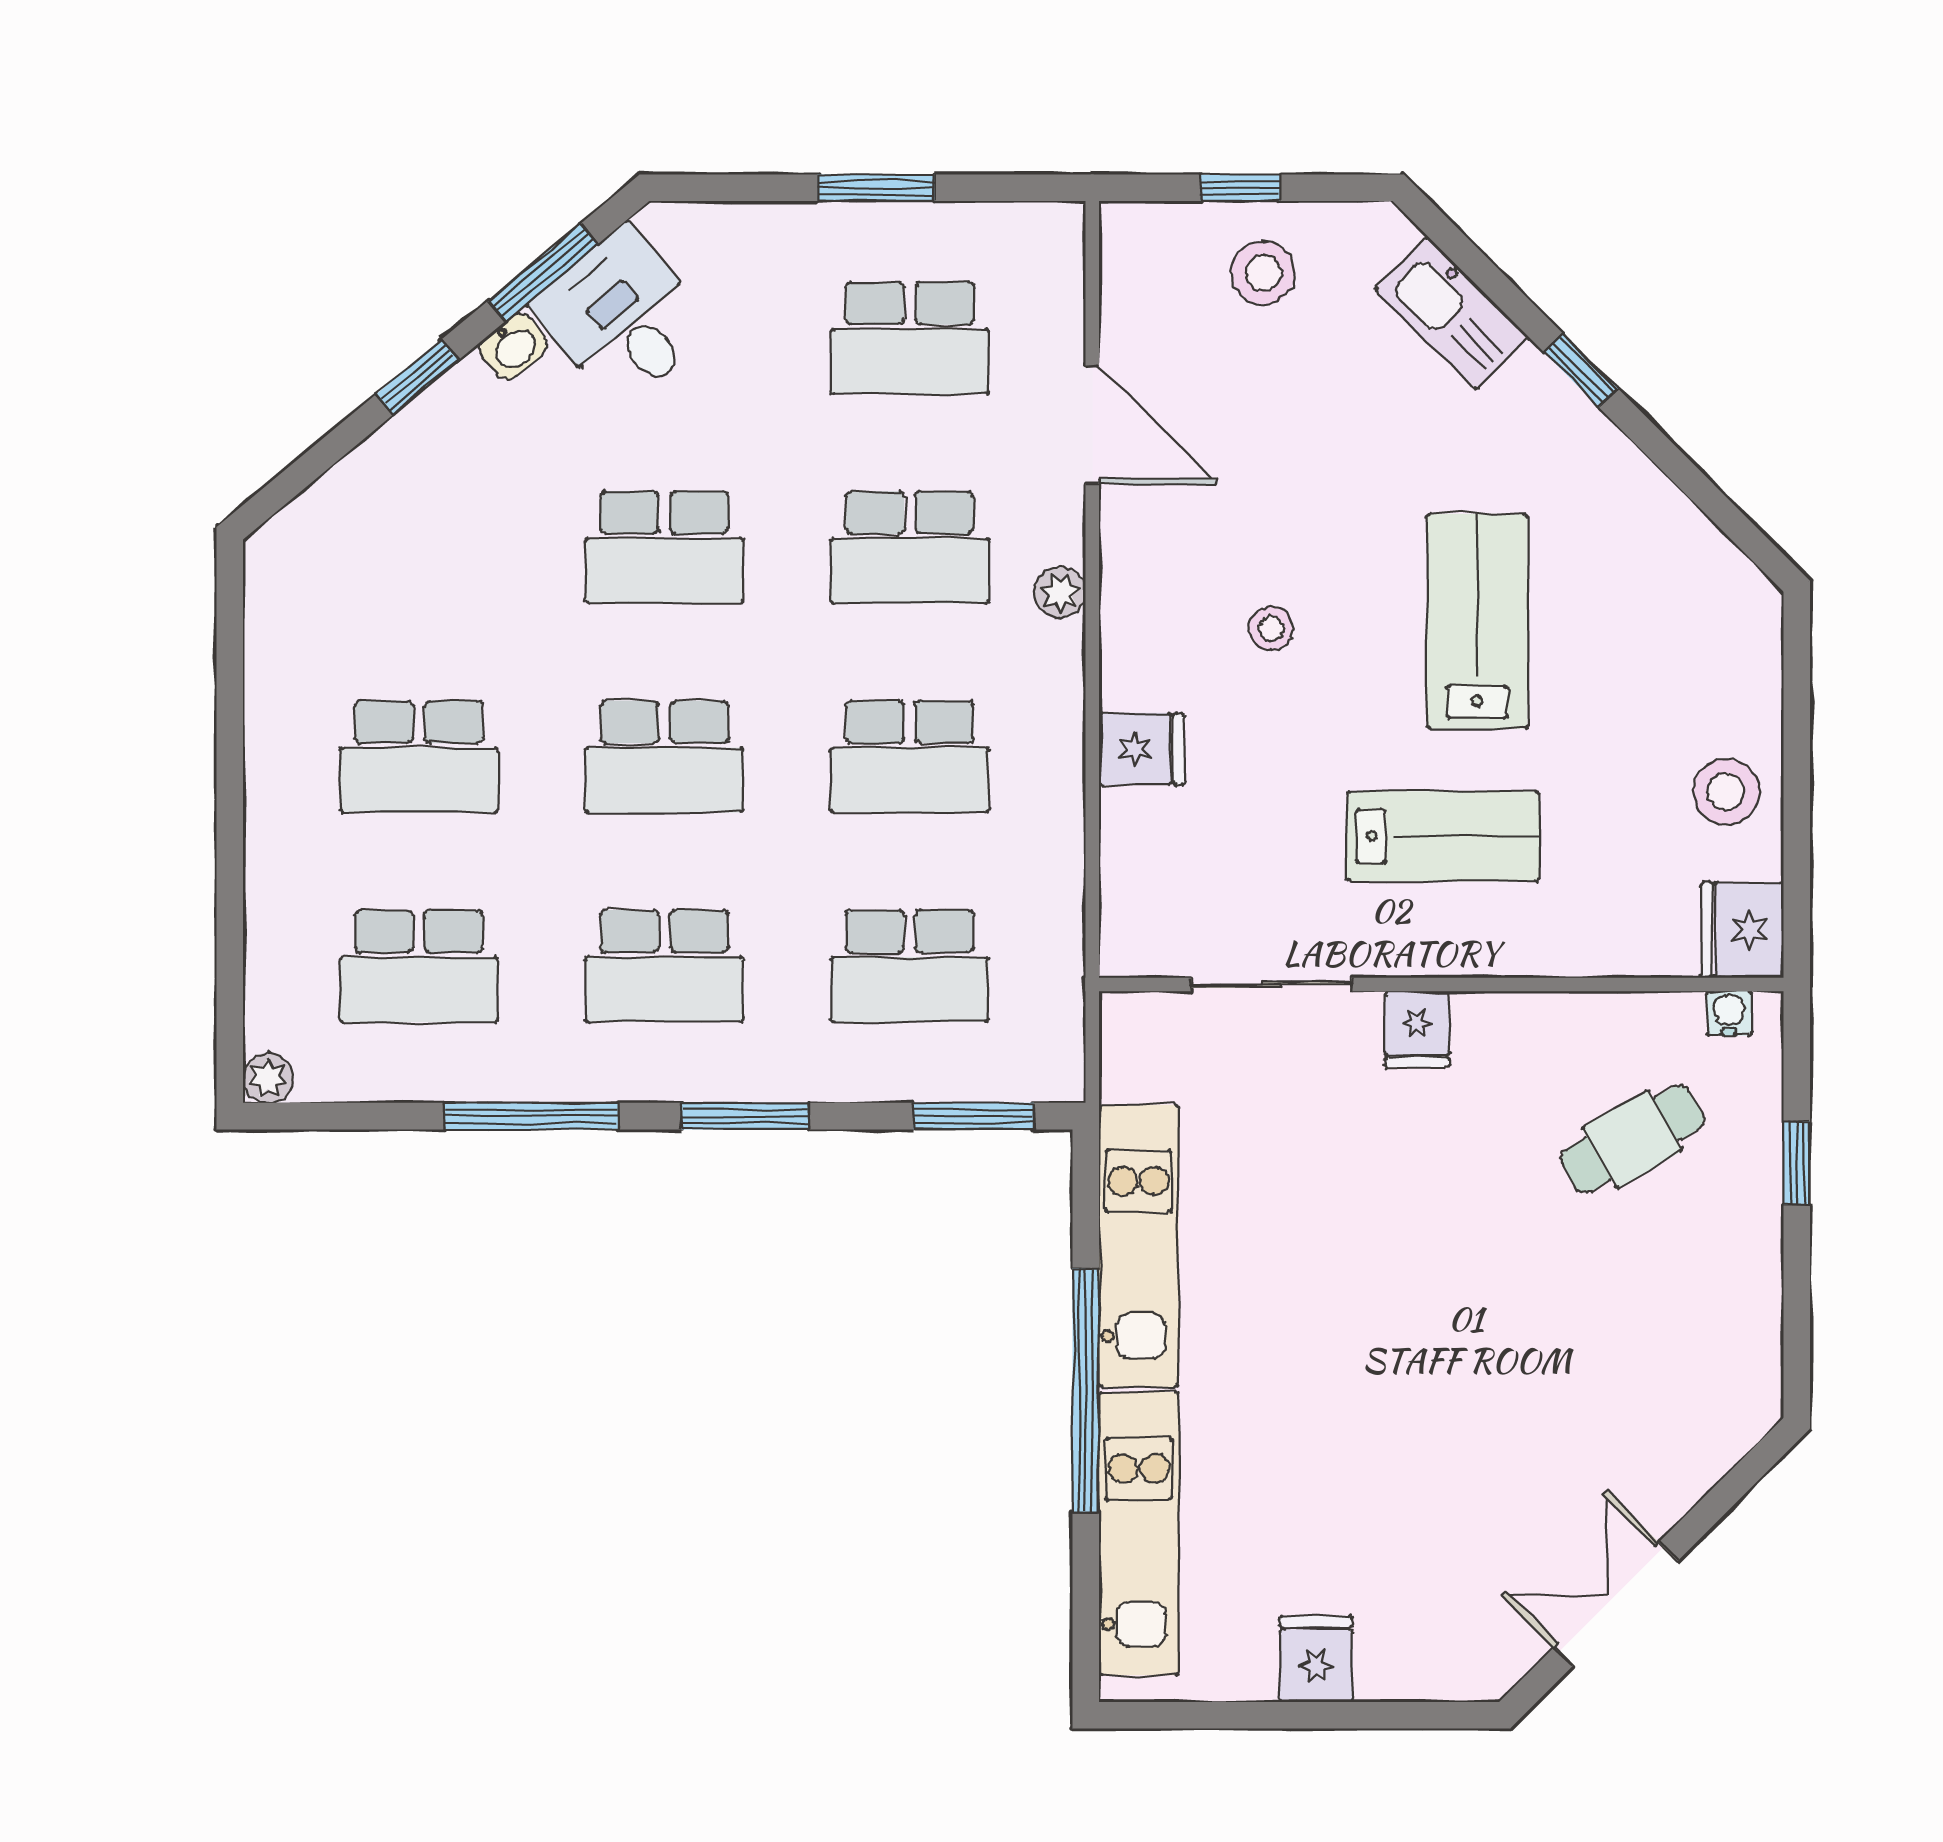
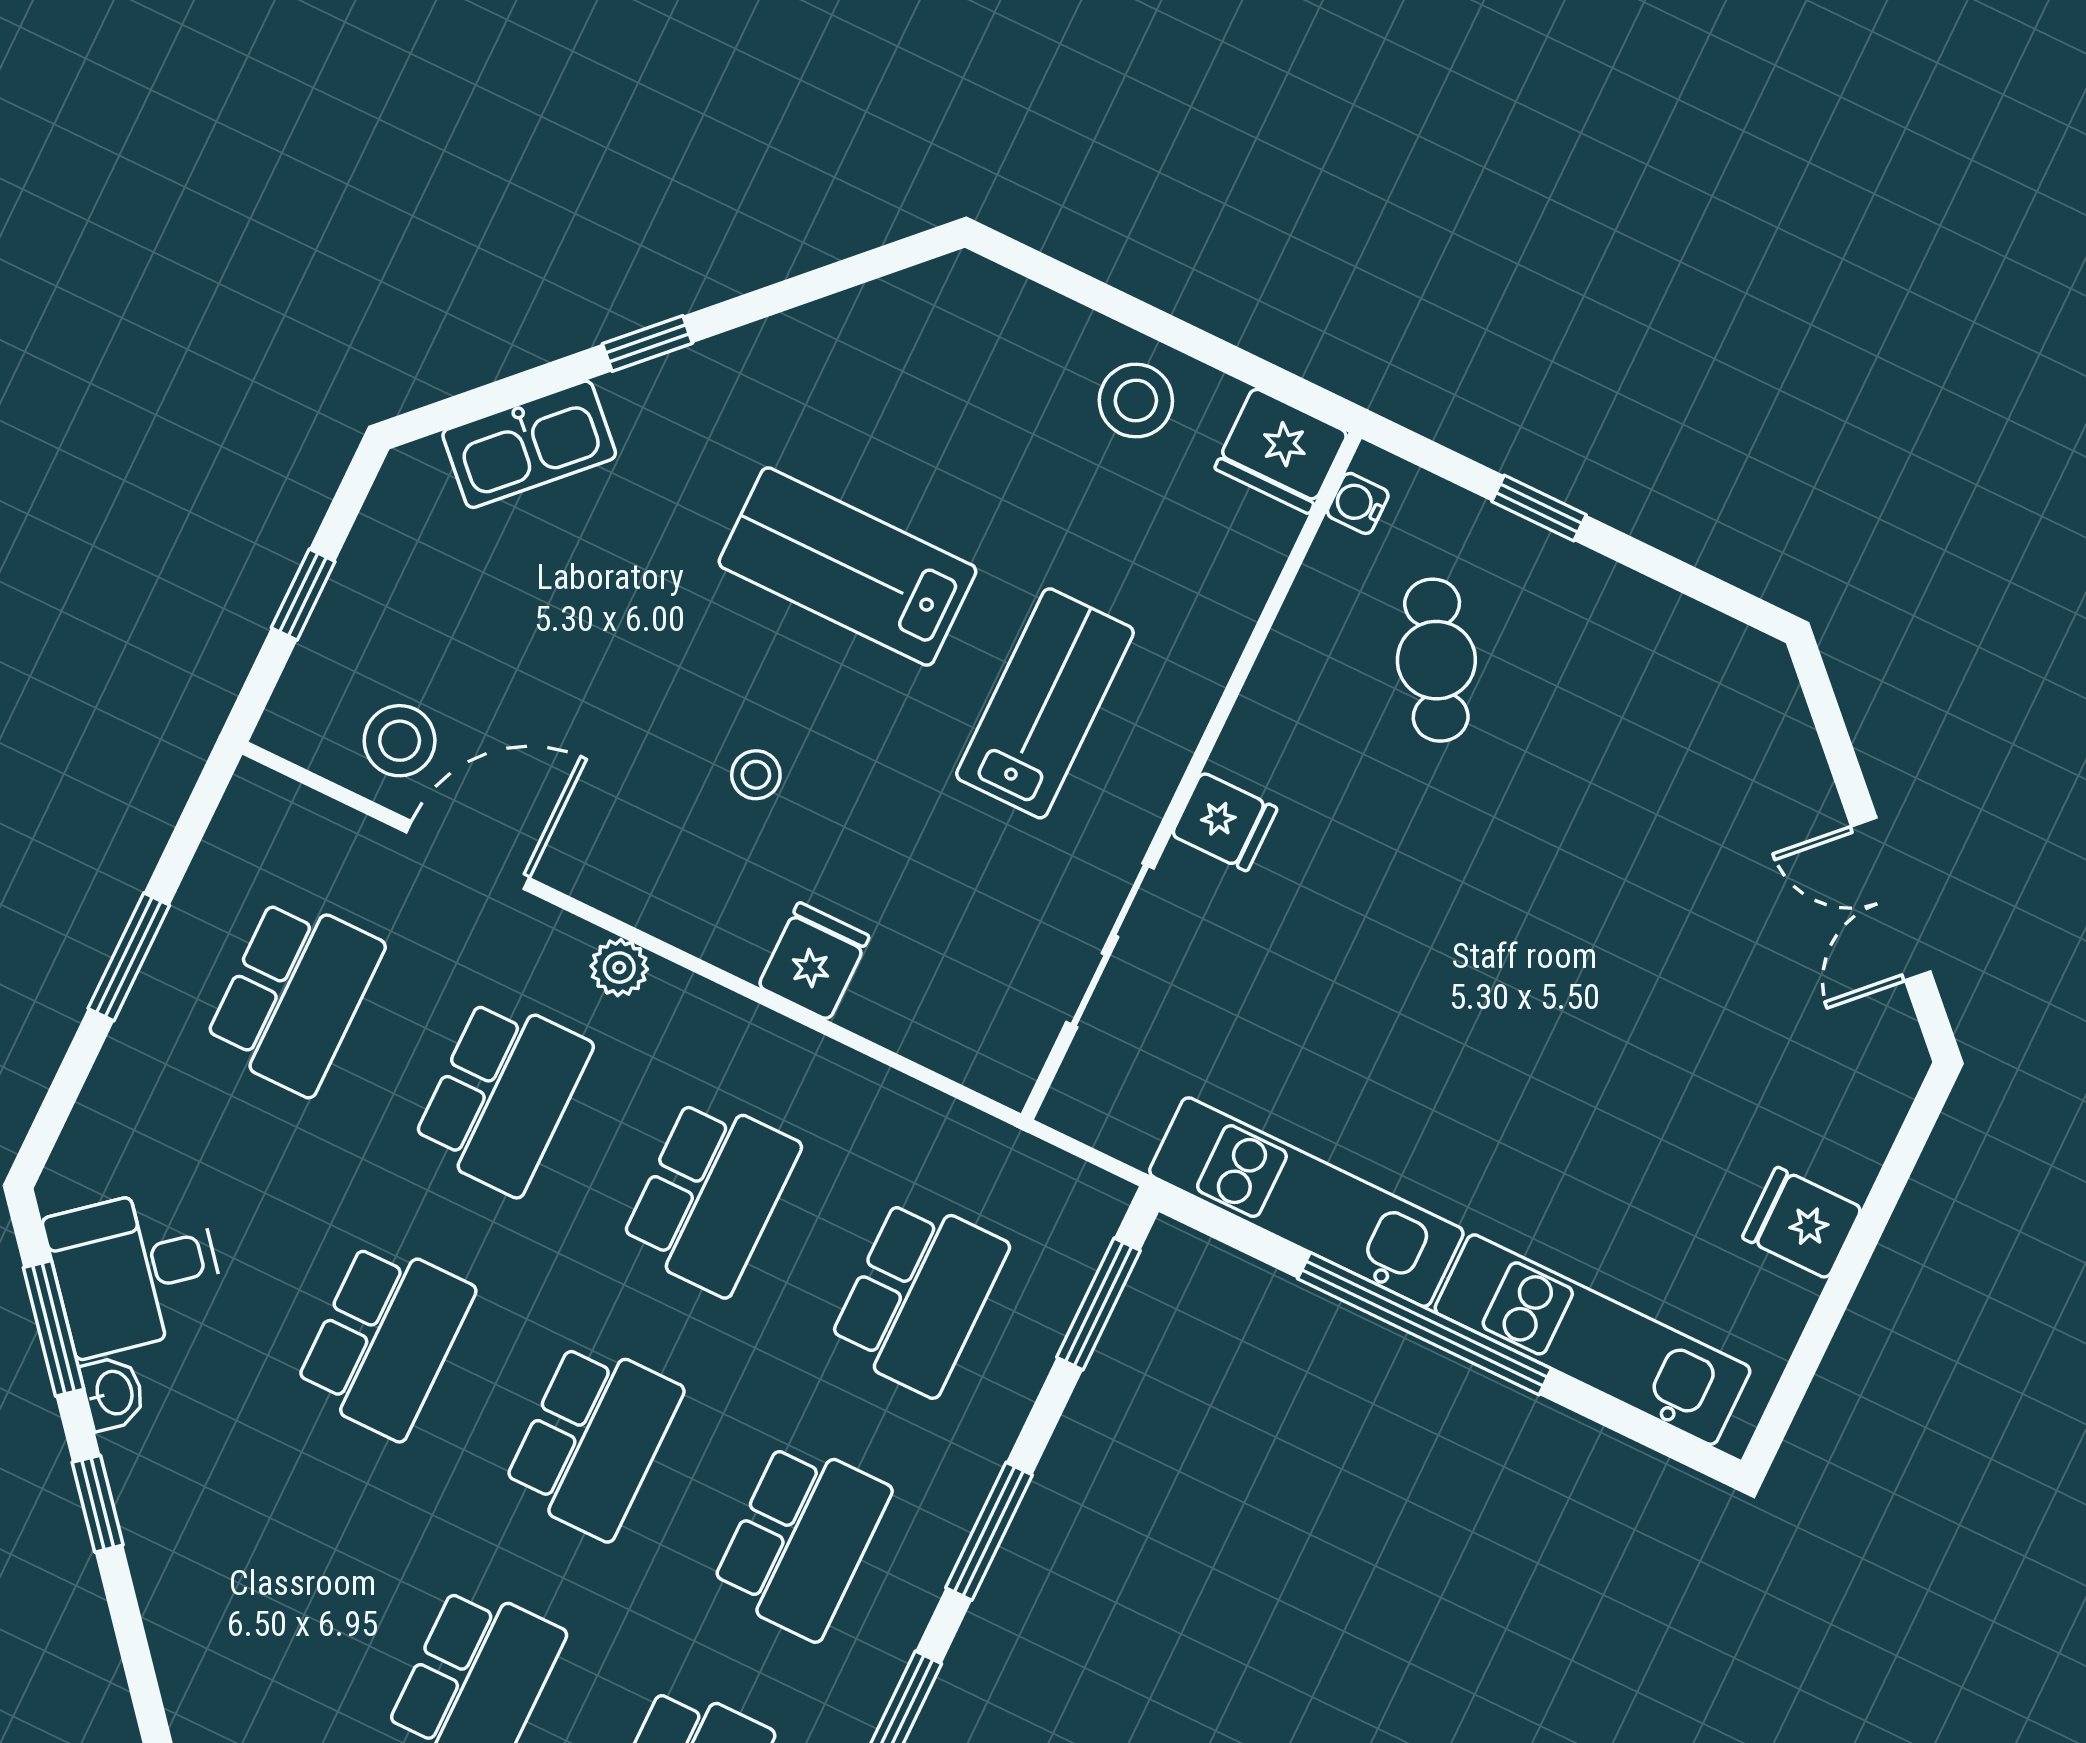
stool: (1263, 273) -> (400, 741), moved

